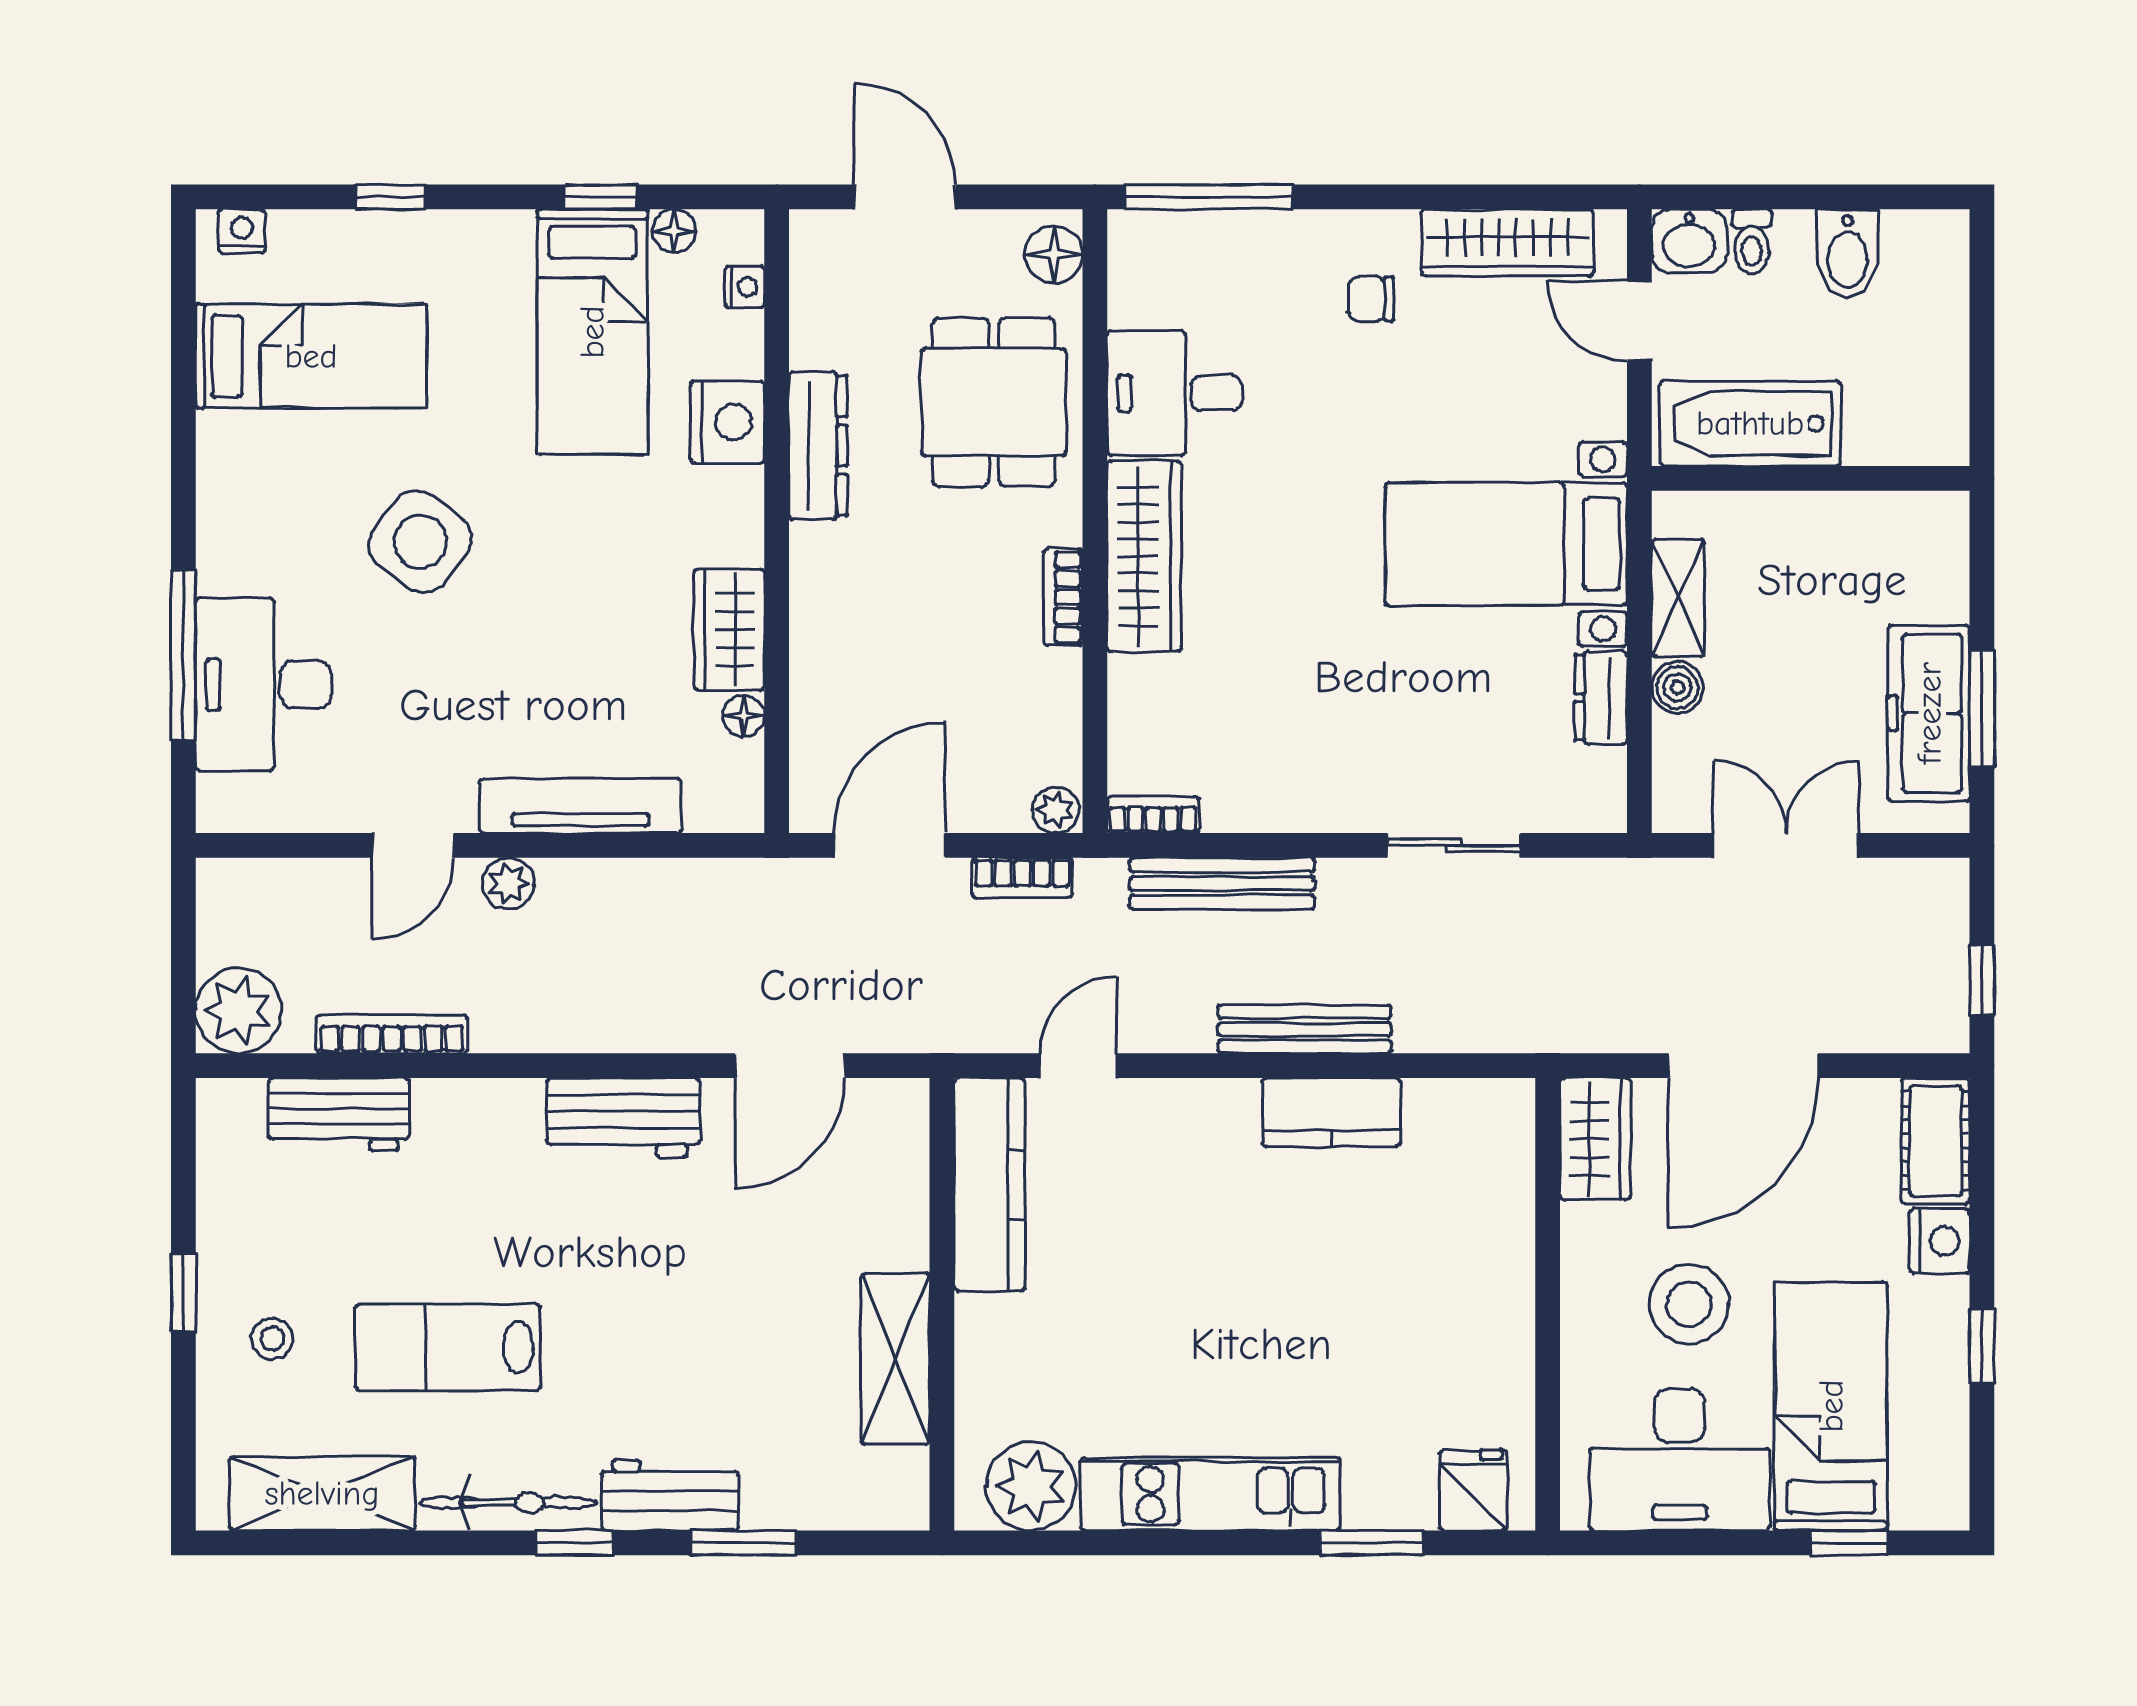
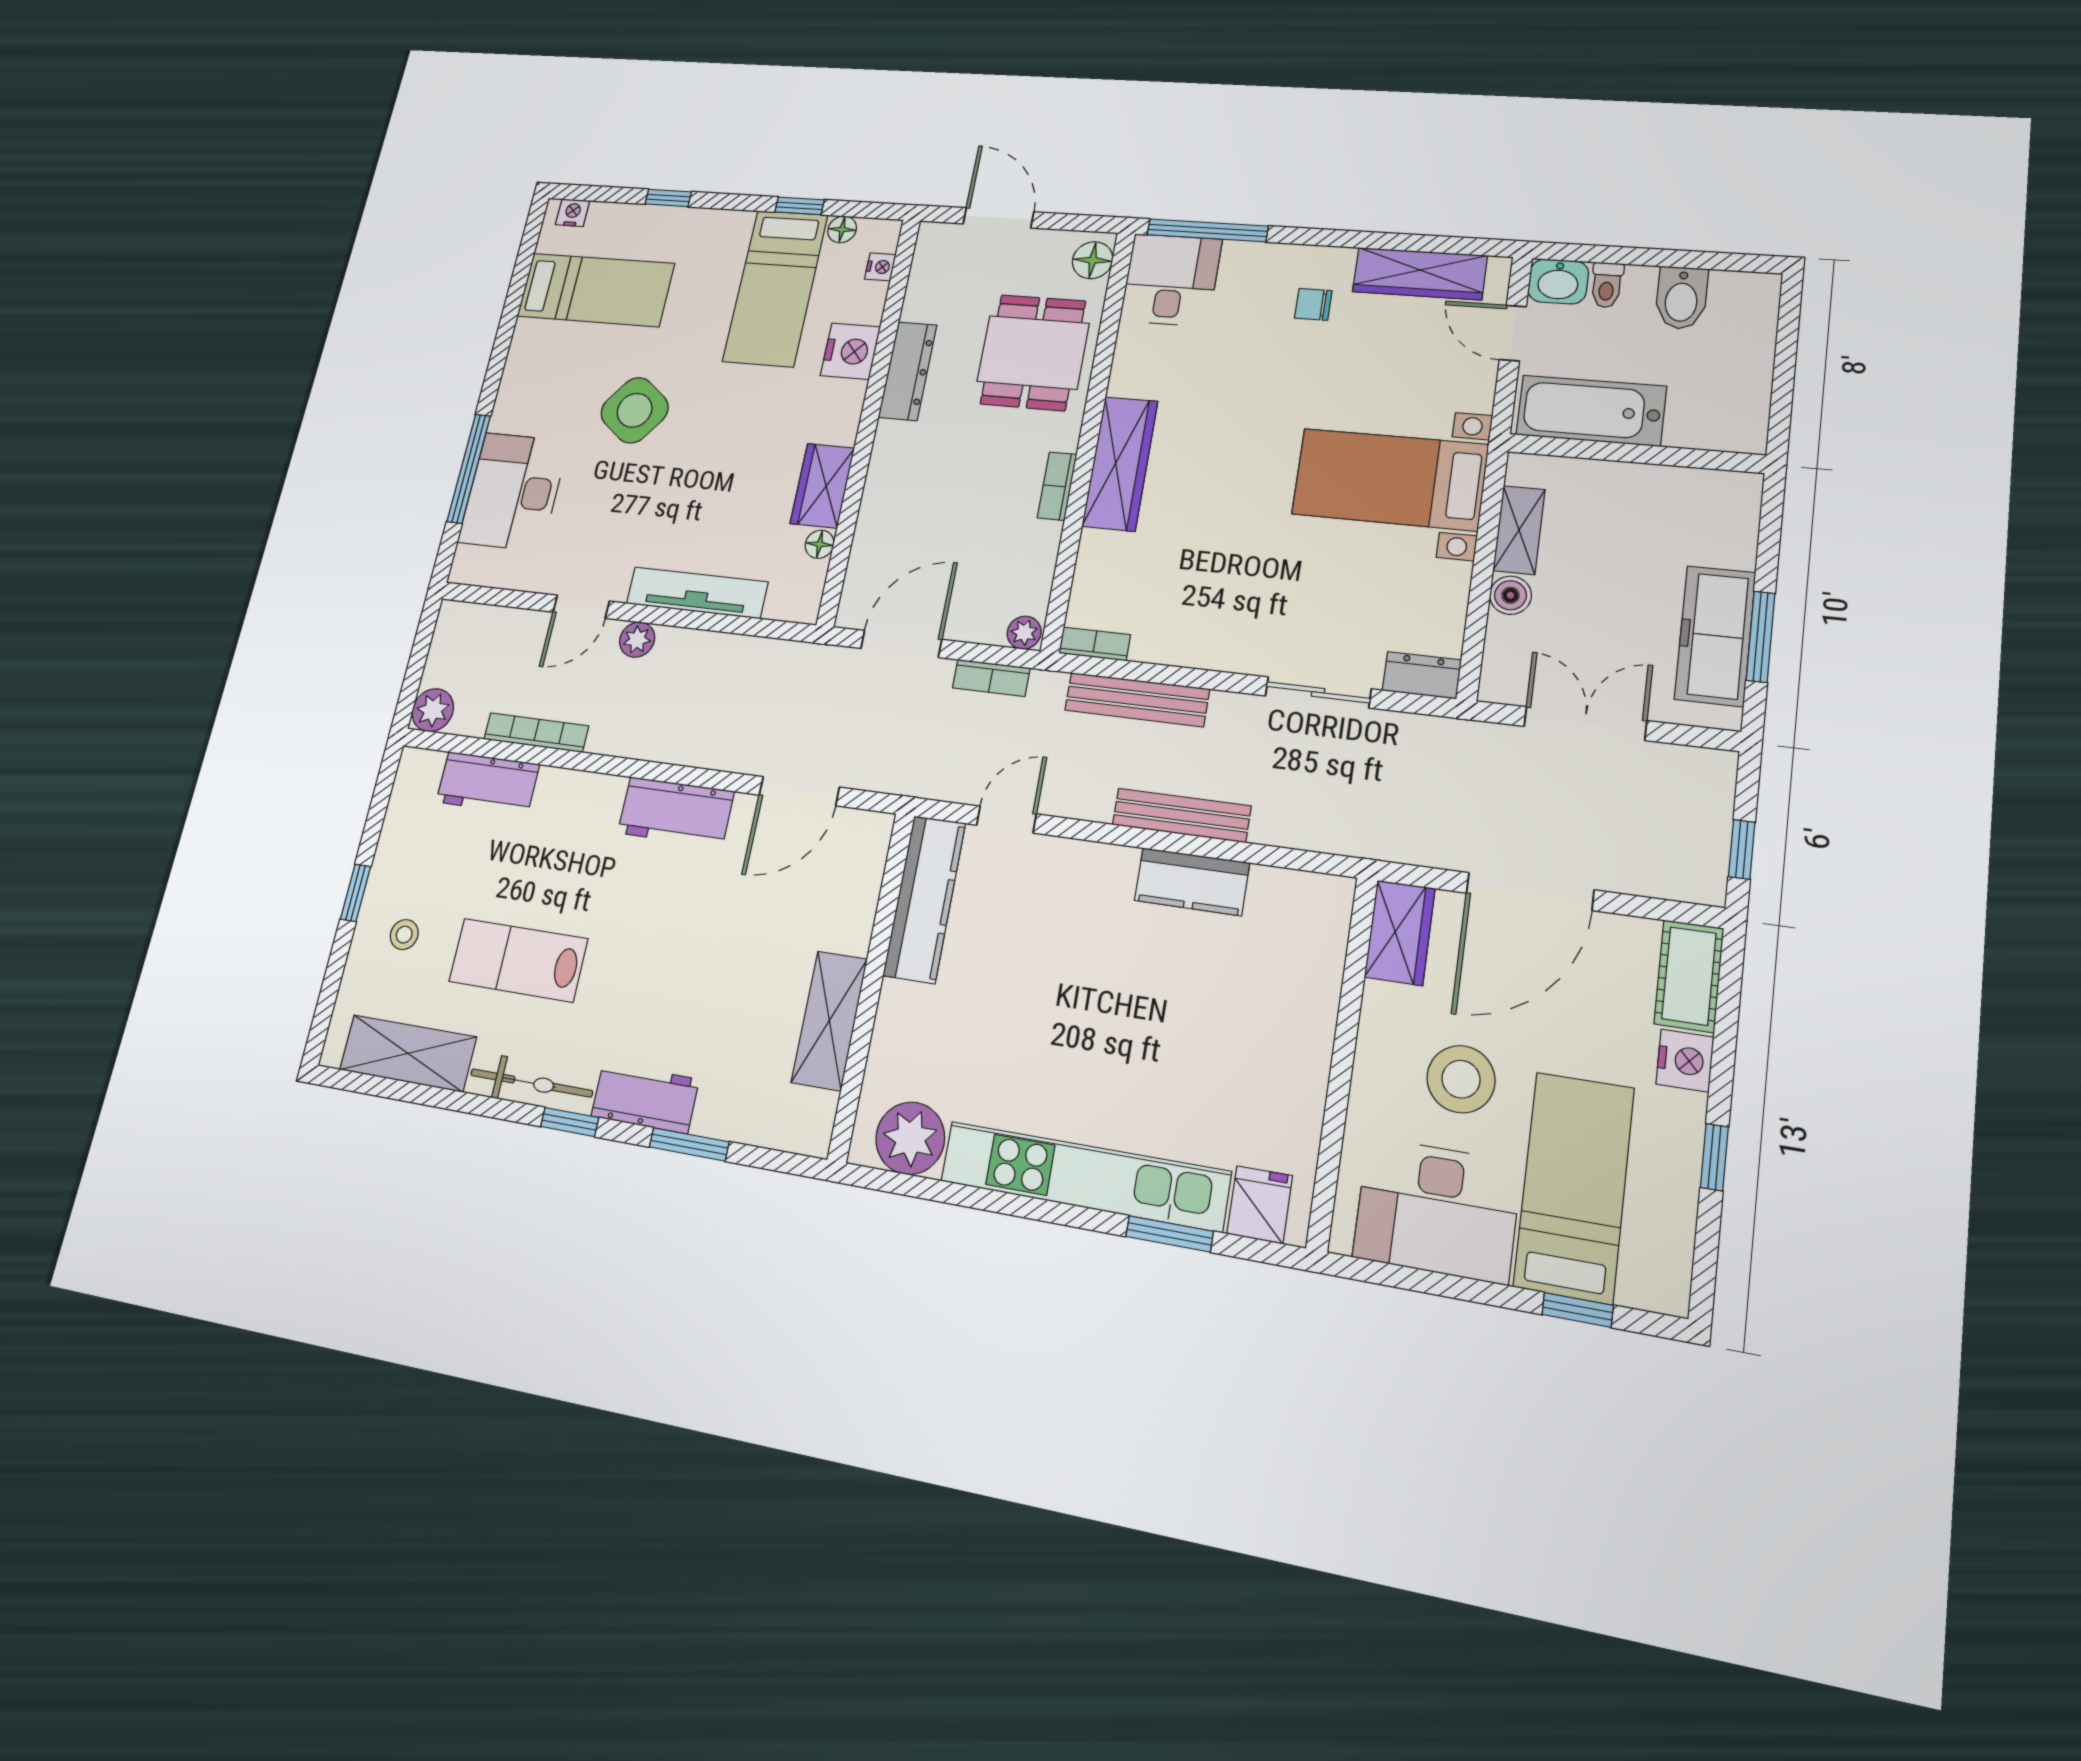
desk: (1175, 393) -> (1171, 280), moved, turned 90
dresser: (1601, 698) -> (1422, 675), moved, turned 90
plant: (239, 1010) -> (433, 710), width x0.73, depth x0.73
kitchen unit: (1210, 1494) -> (1084, 1176), width x1.36

